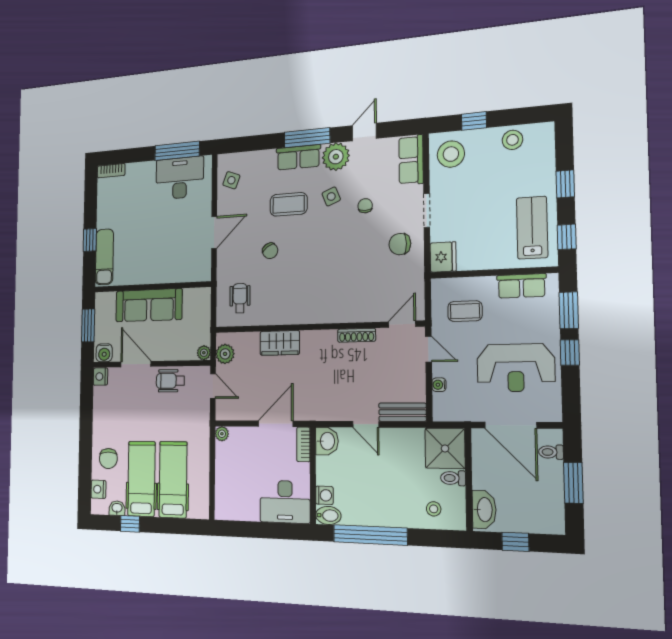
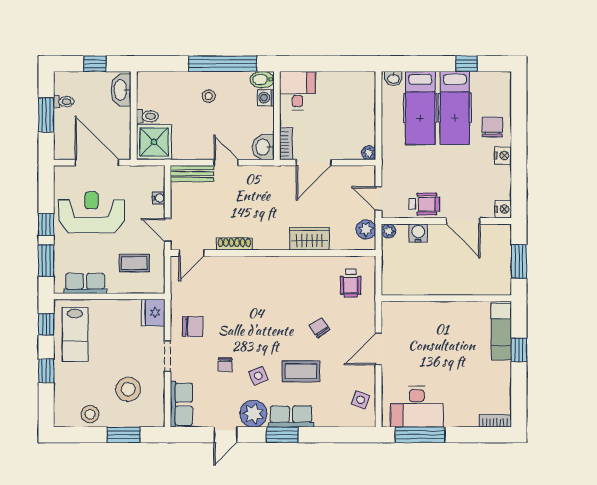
window: (474, 121) -> (124, 435), width x1.50
window: (307, 138) -> (282, 435), width x0.69
stool: (451, 154) -> (128, 389), moved
sofa: (149, 305) -> (449, 280), removed
water cooler: (104, 353) -> (418, 233), moved
toilet: (551, 452) -> (64, 102), moved
nightstand: (98, 489) -> (503, 156), moved
desk: (285, 502) -> (298, 91), width x0.73
washbasin: (117, 508) -> (393, 78), moved
stool: (434, 509) -> (209, 96), moved

